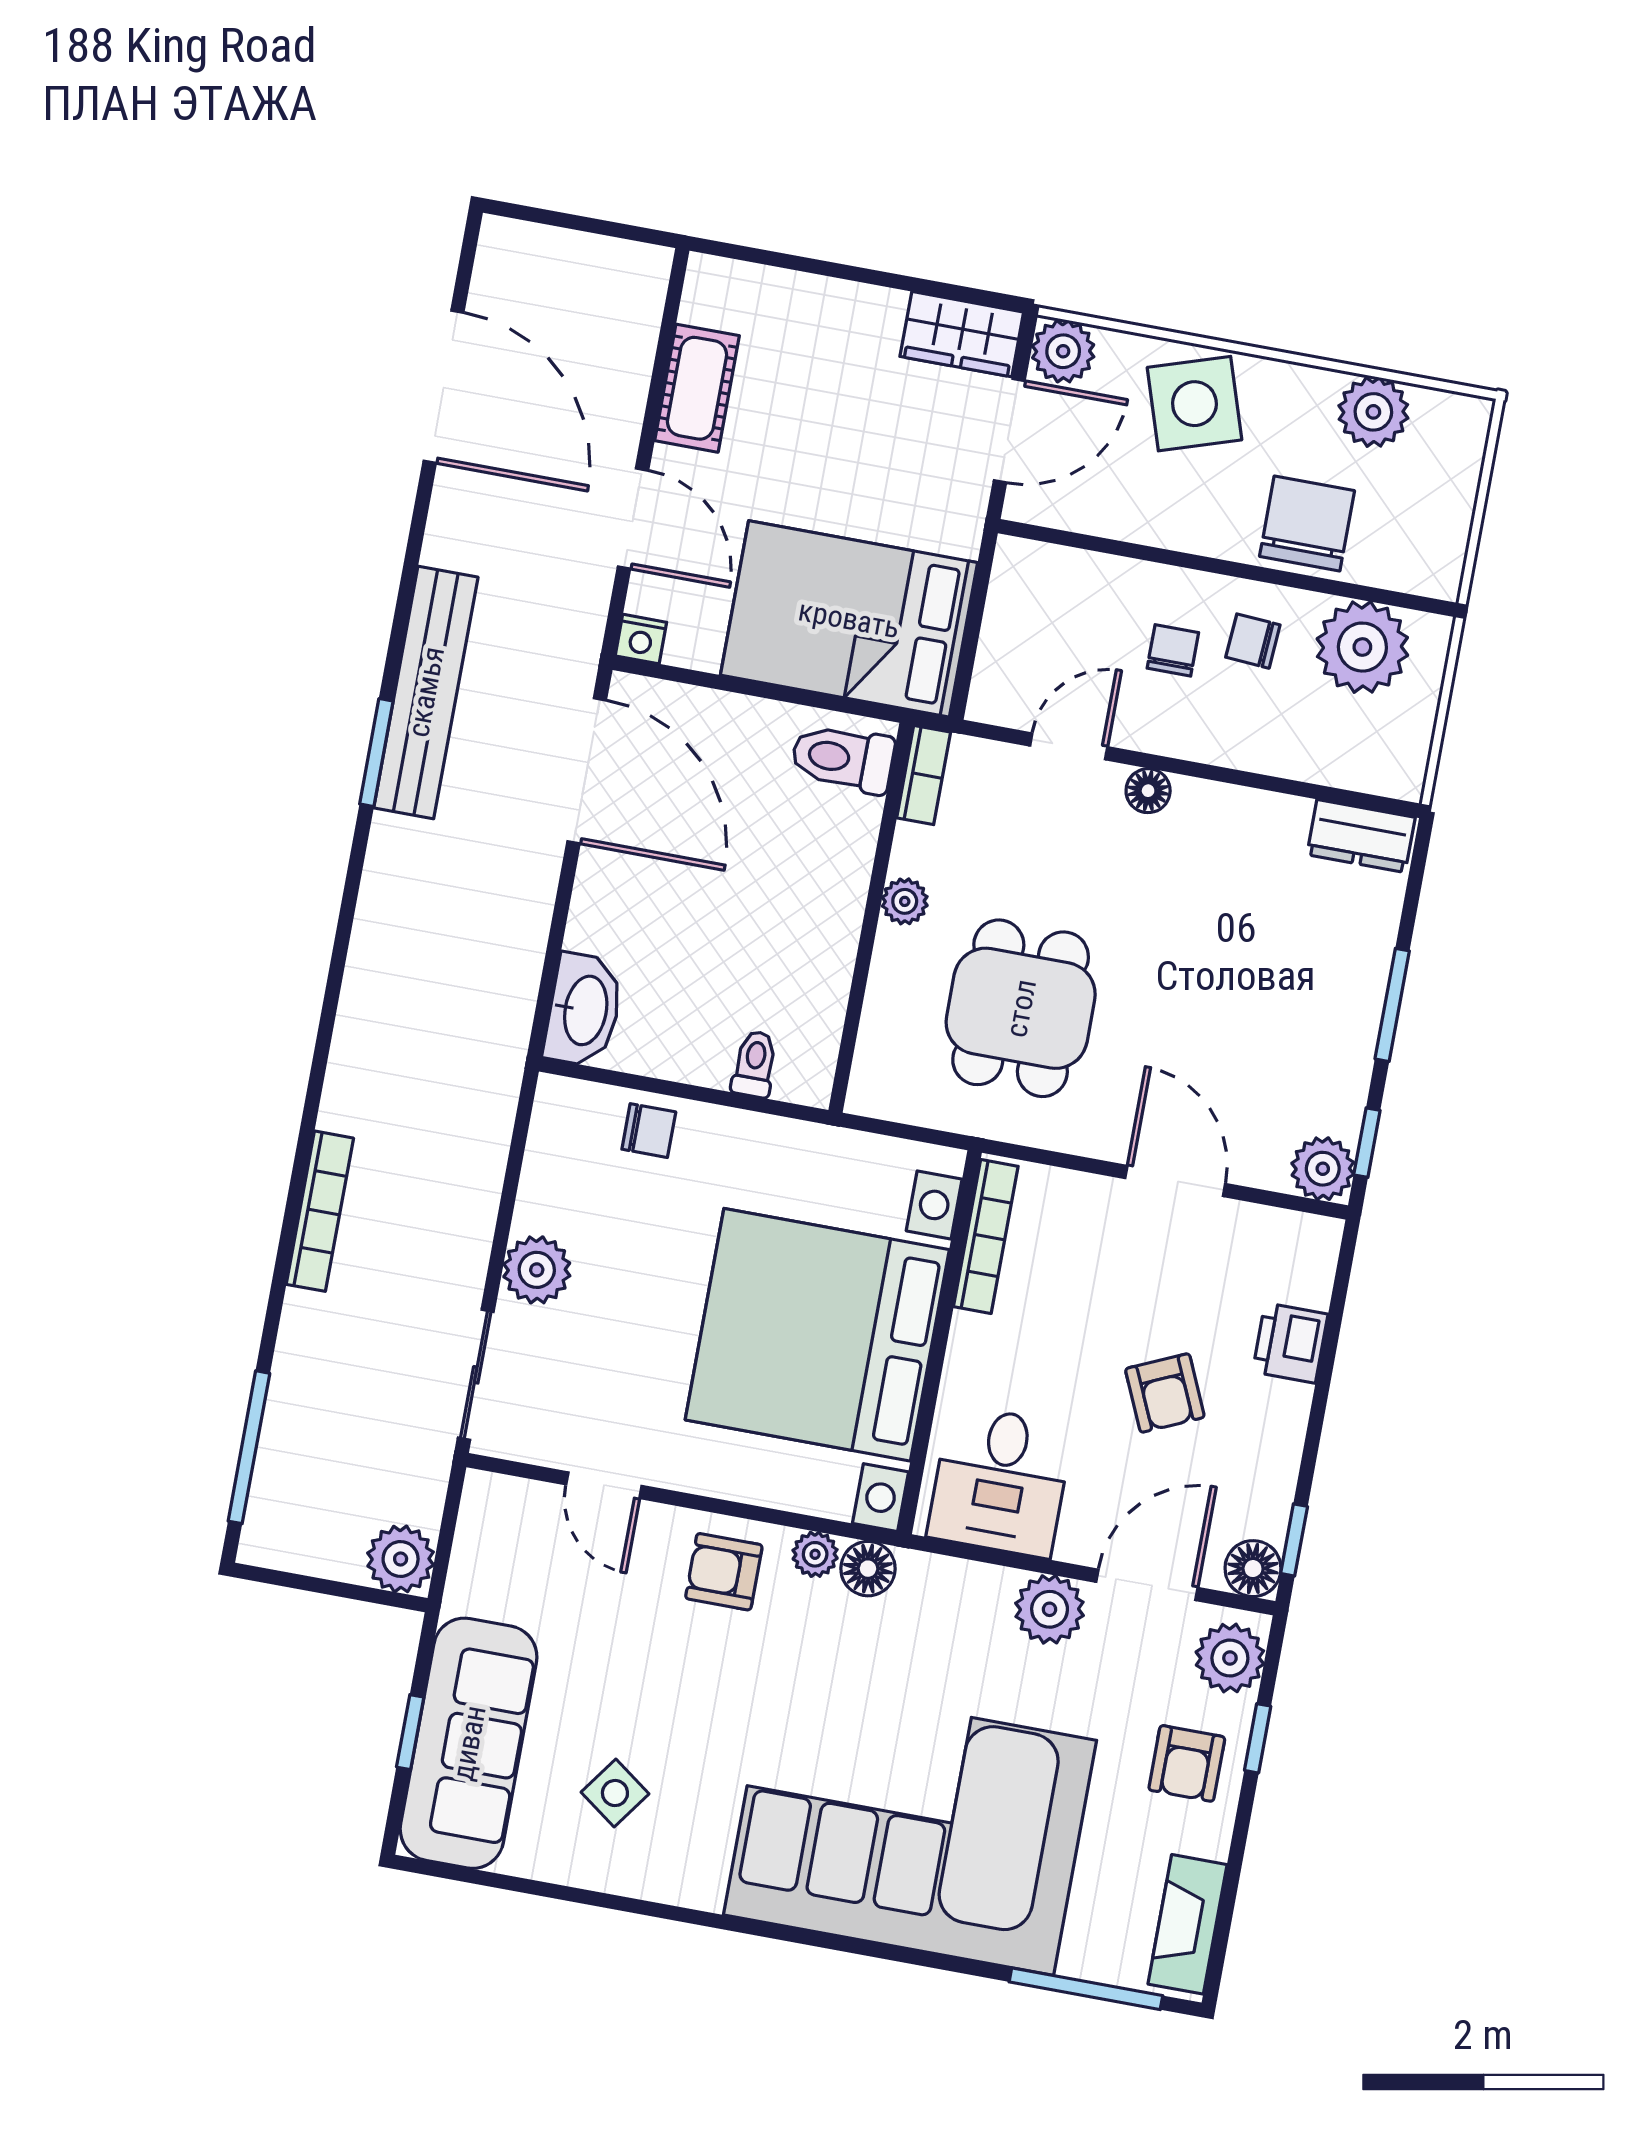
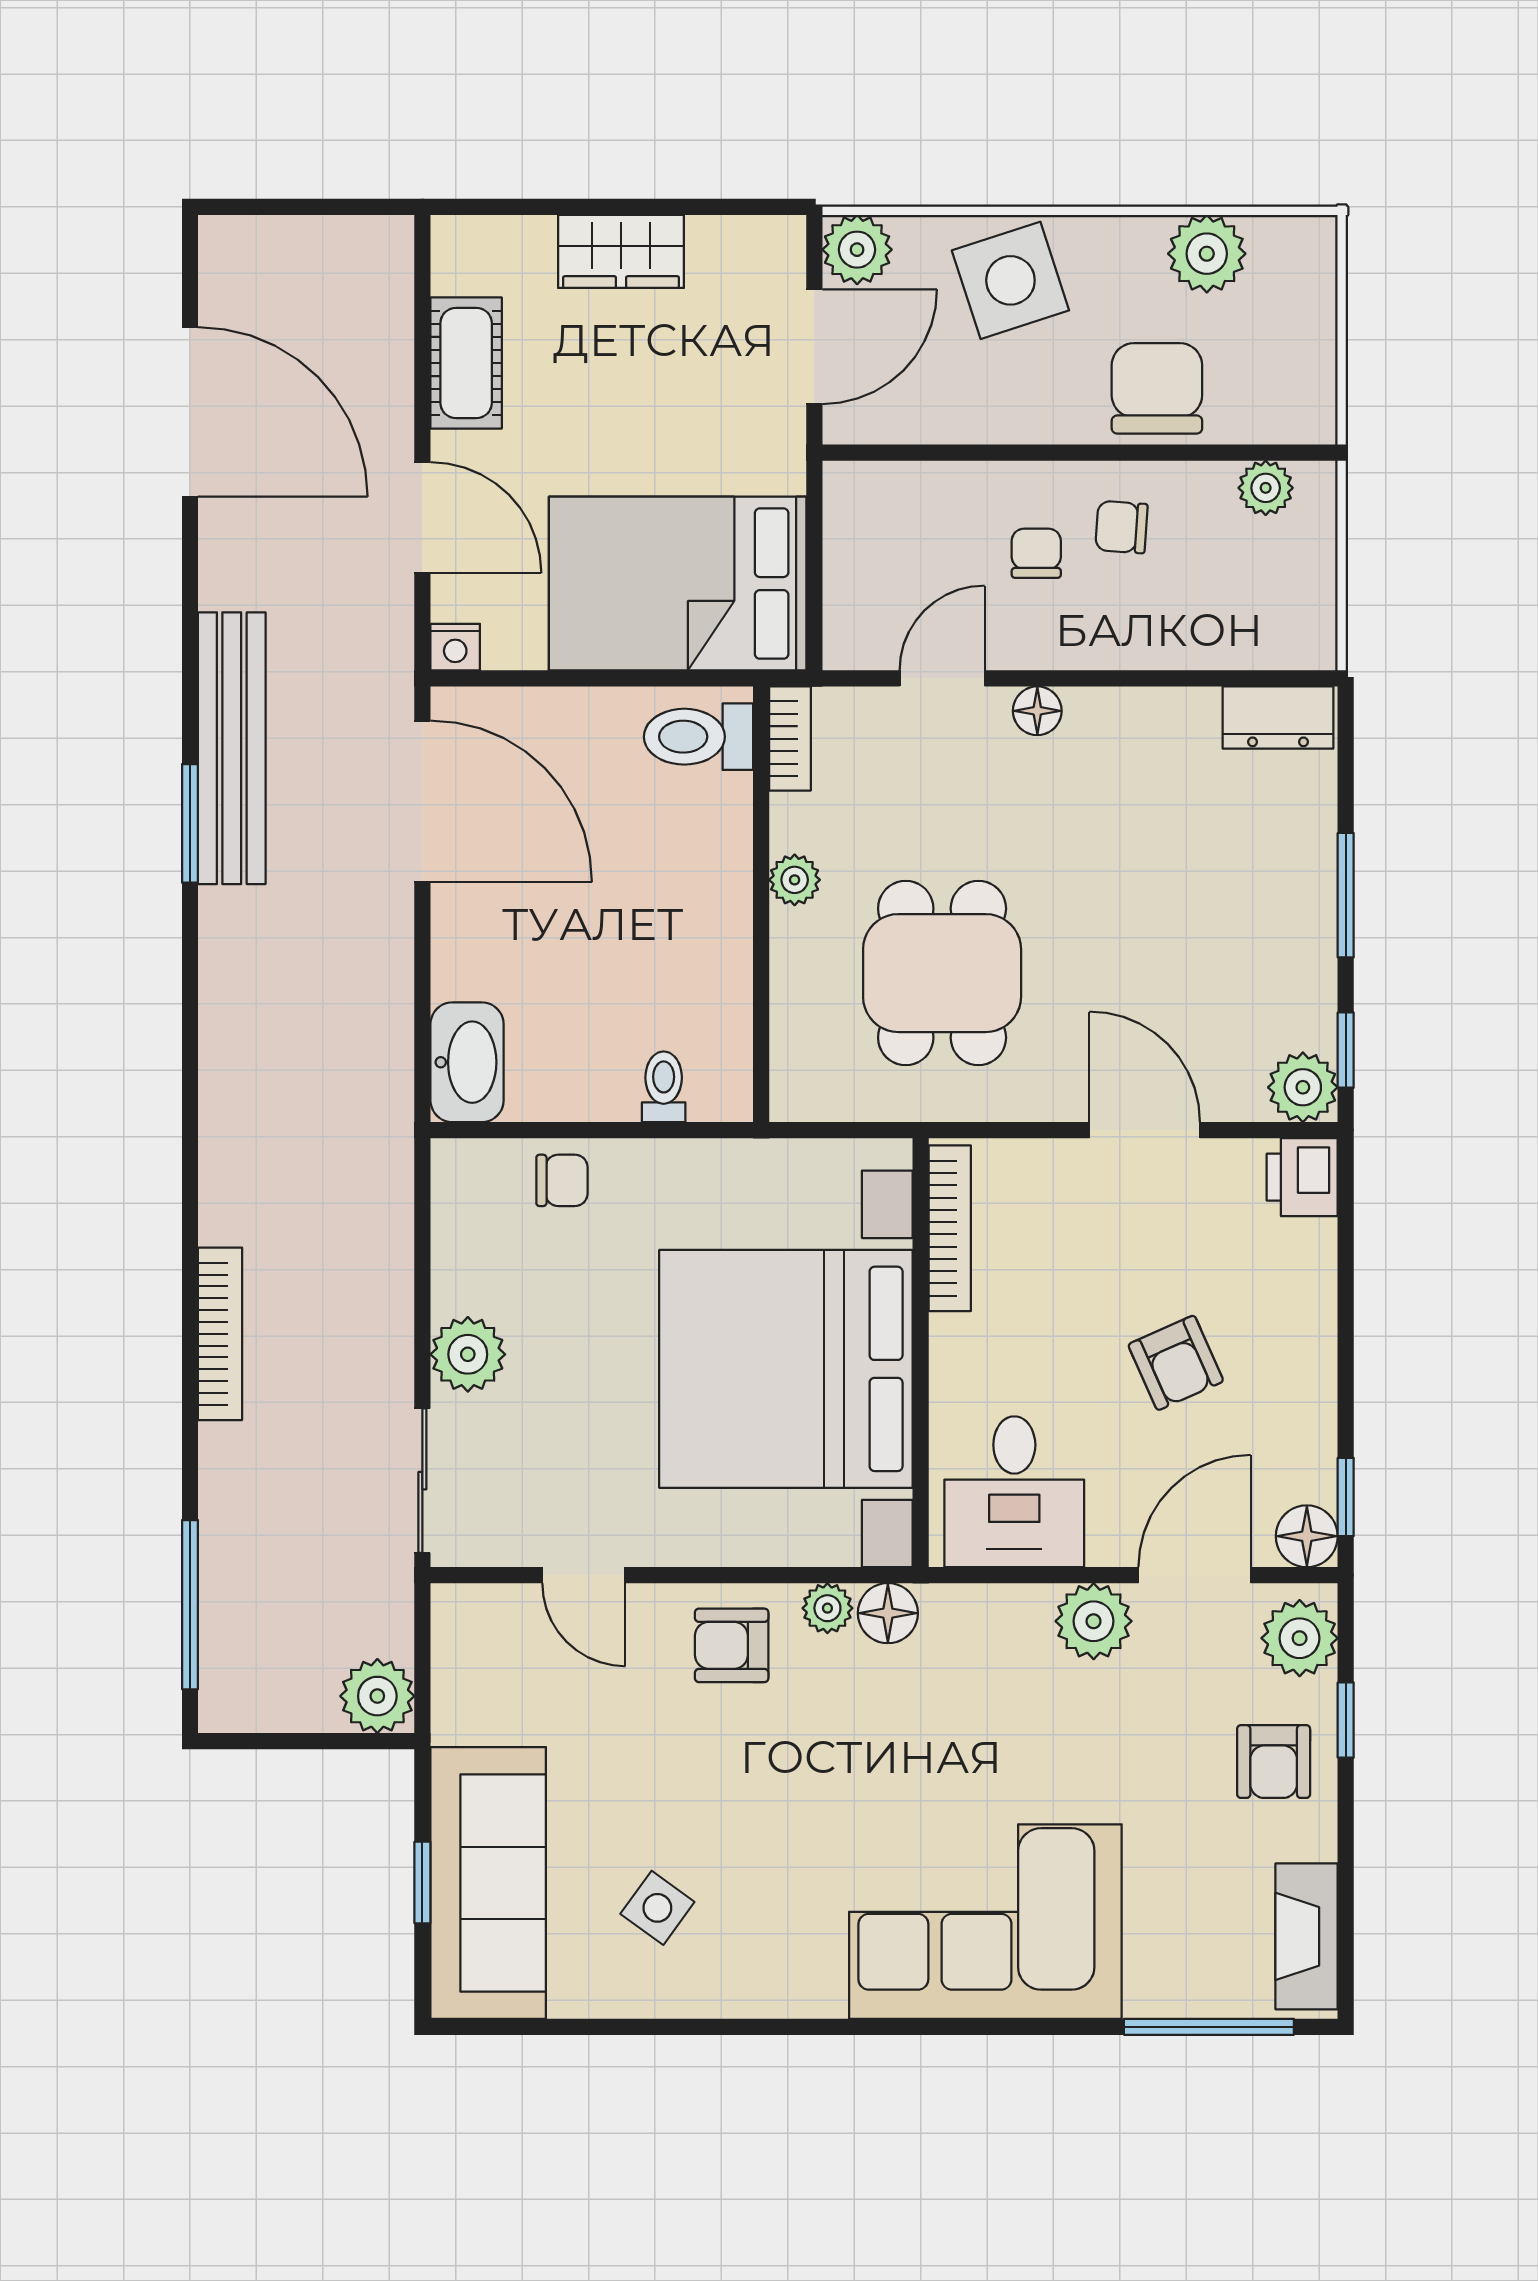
wardrobe: (962, 334) -> (621, 251), moved
plant: (1362, 647) -> (1266, 488), width x0.53, depth x0.53
printer: (1290, 1343) -> (1302, 1177), moved
corner sofa: (910, 1828) -> (985, 1922), width x0.73, depth x0.74

